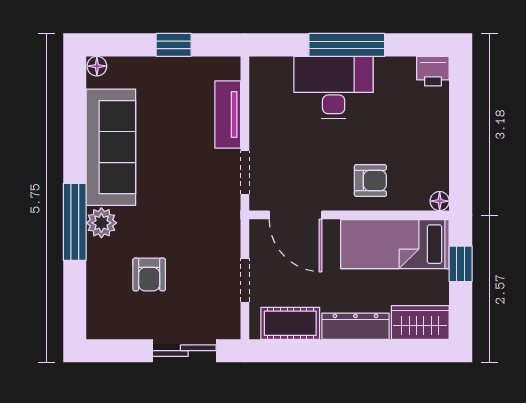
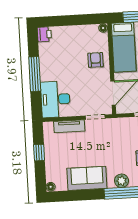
desk: (334, 87) -> (55, 99), moved
sofa: (111, 147) -> (87, 178), width x0.73

